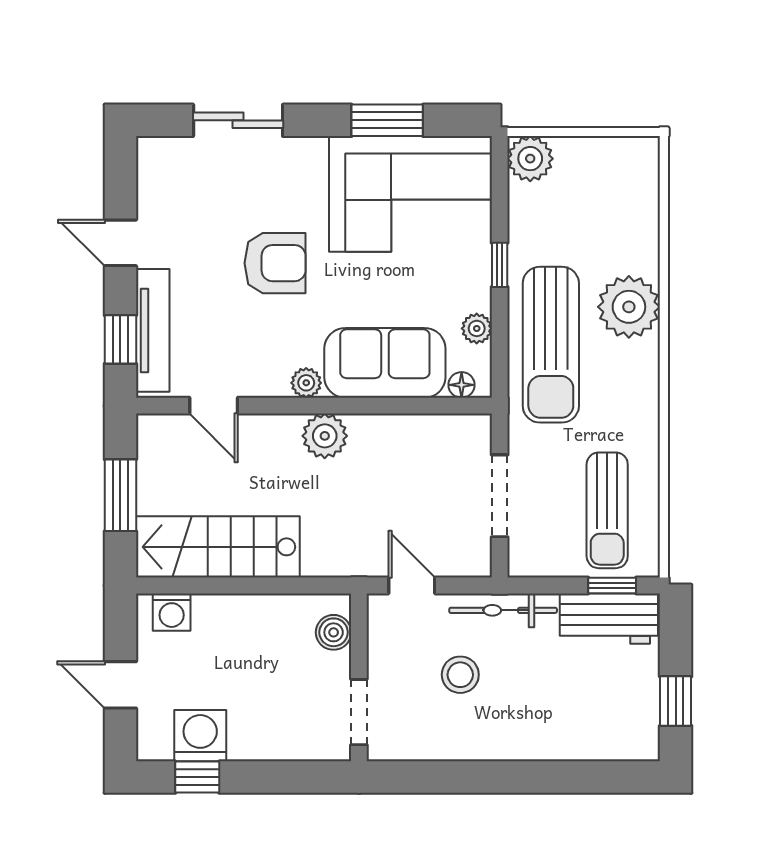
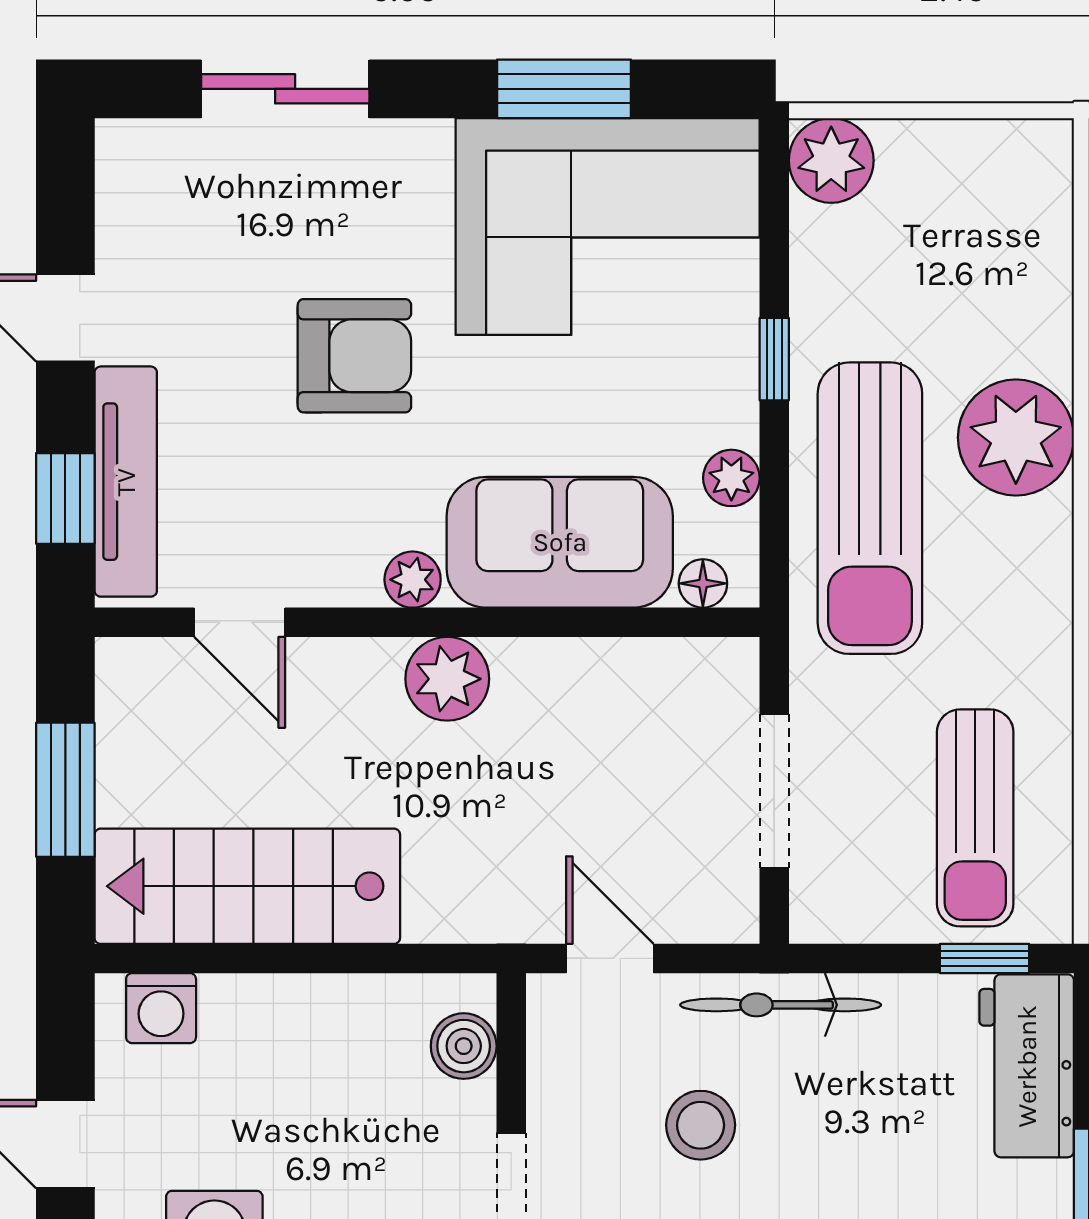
workbench: (609, 619) -> (1027, 1066), moved, turned 90

